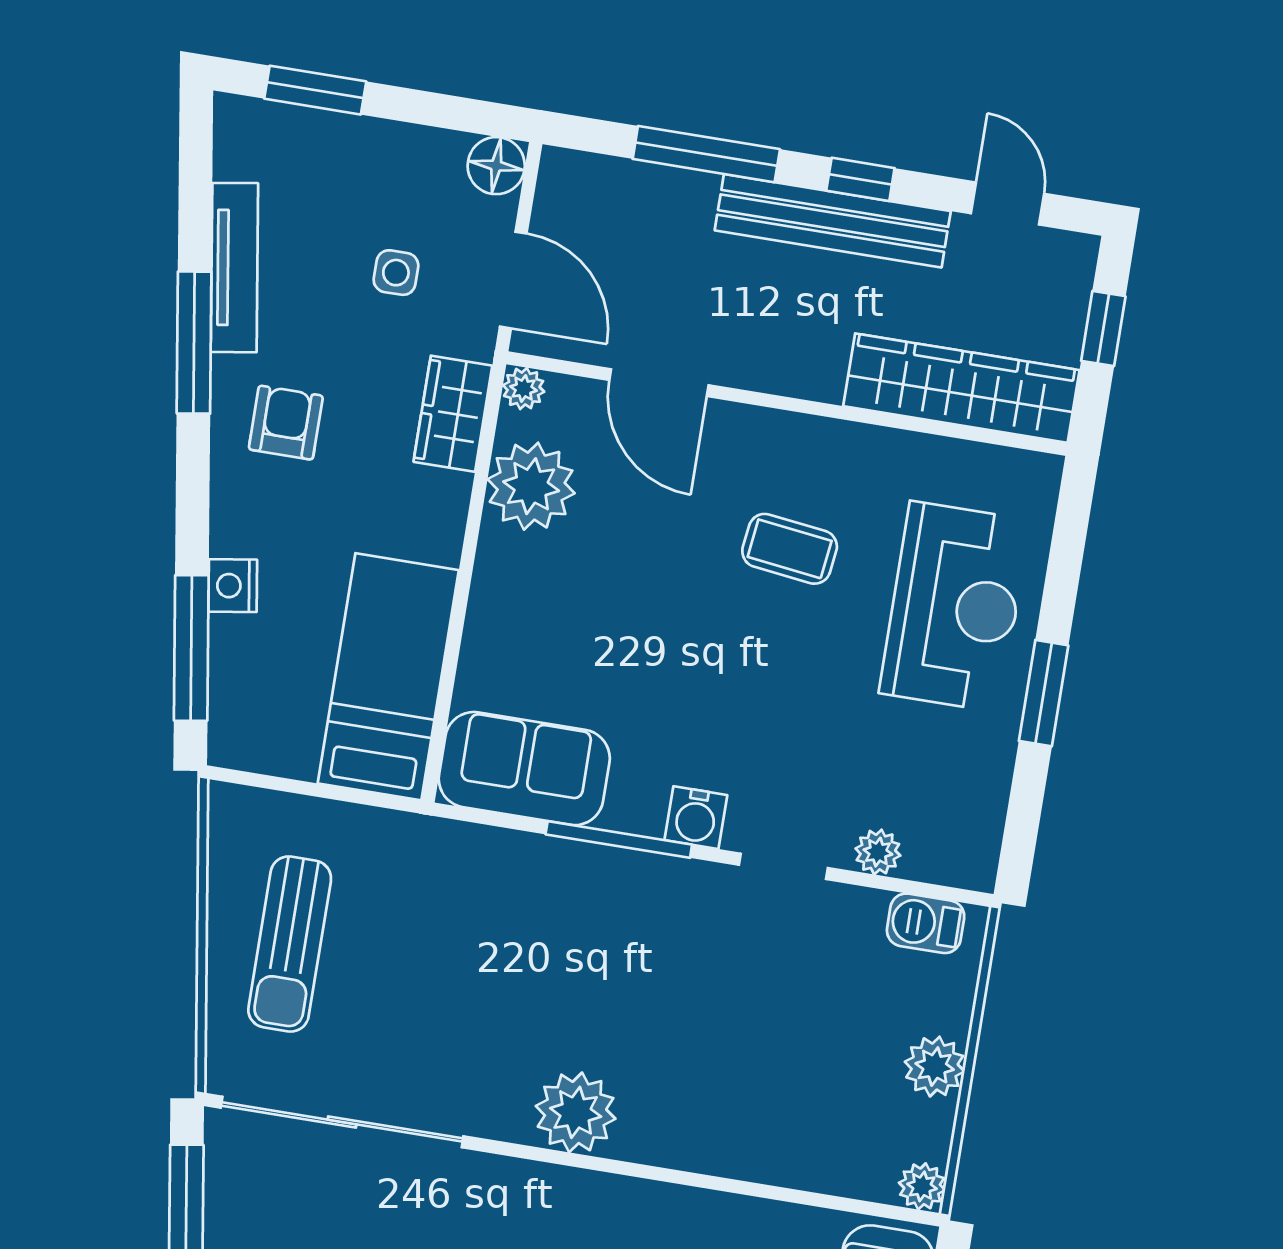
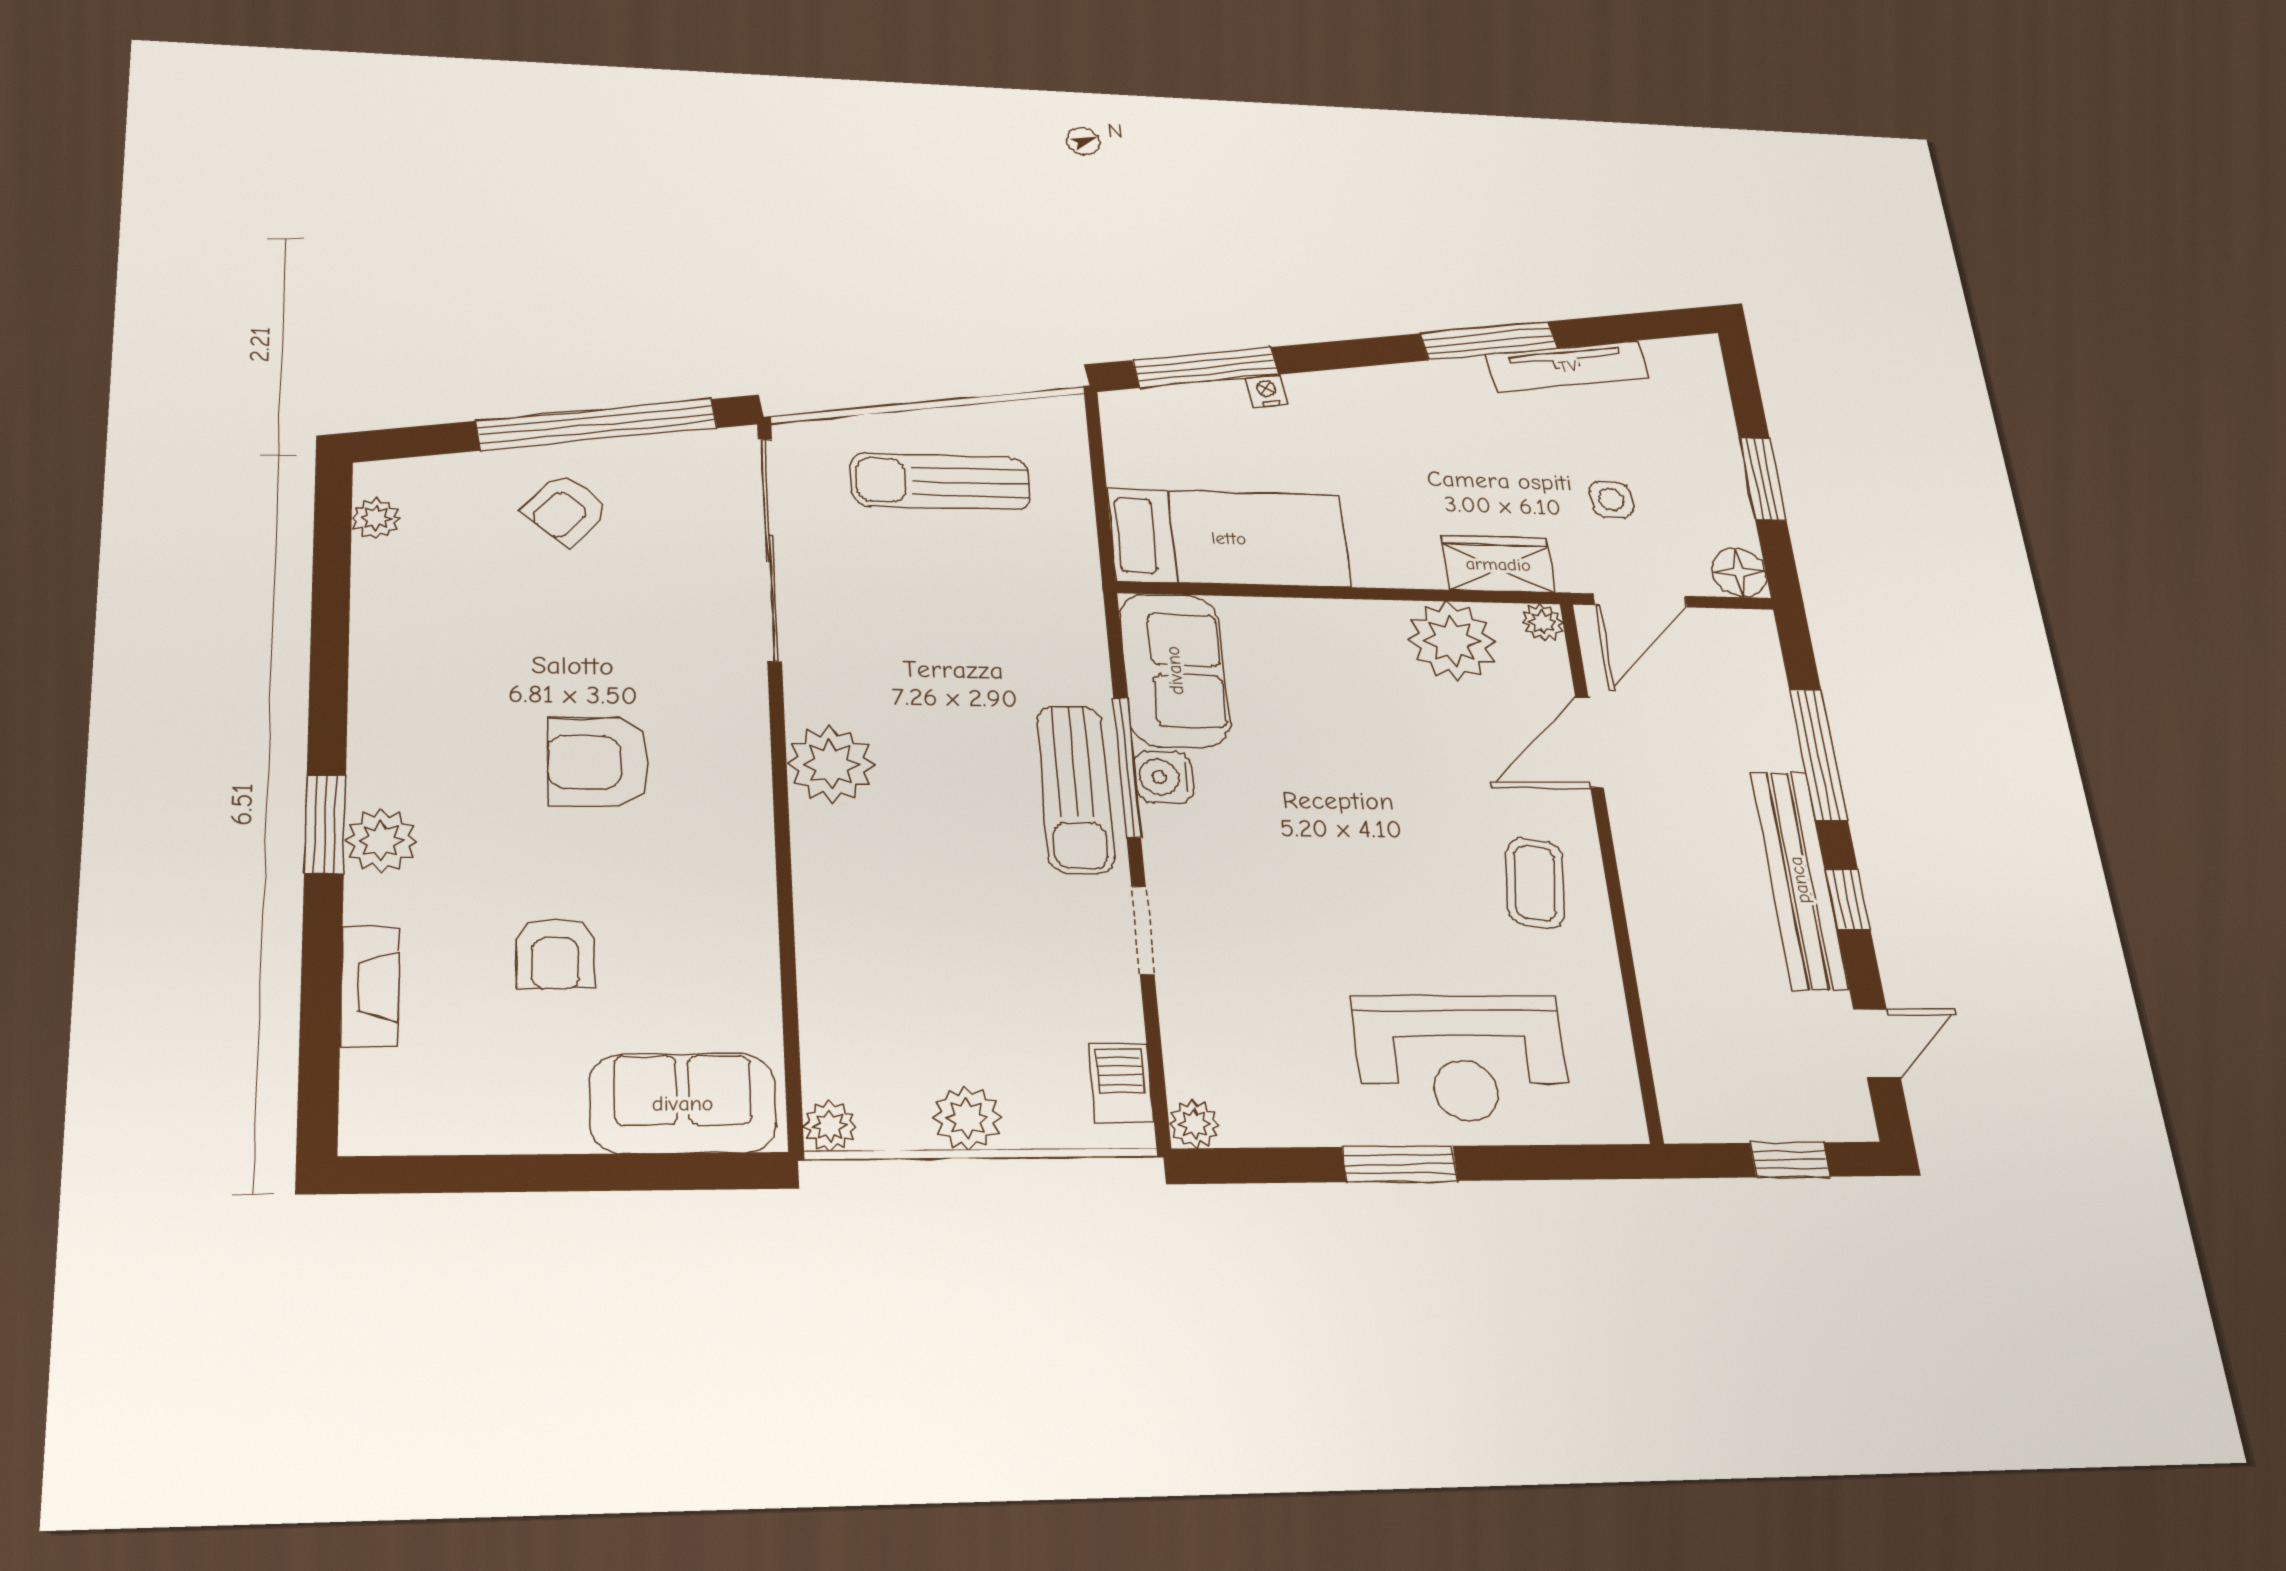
window: (315, 90) -> (1762, 479), moved
wardrobe: (961, 388) -> (1682, 1028), removed
armchair: (286, 423) -> (1442, 423), removed
coffee table: (790, 549) -> (1535, 883), moved
nightstand: (233, 586) -> (1267, 391), width x0.72, depth x0.74
water cooler: (696, 818) -> (1164, 777), moved
plant: (878, 852) -> (1194, 1124), moved
sun lounger: (634, 893) -> (1076, 789), added

